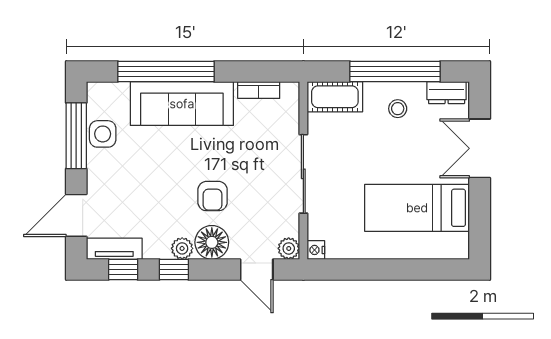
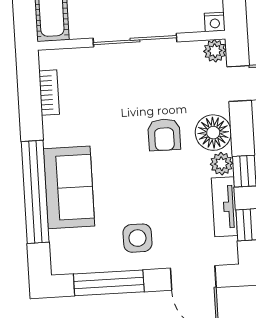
sofa: (182, 104) -> (69, 187), width x0.73
side table: (103, 134) -> (137, 238), moved
armchair: (213, 196) -> (164, 135), turned 90
tv unit: (114, 249) -> (224, 207), moved

